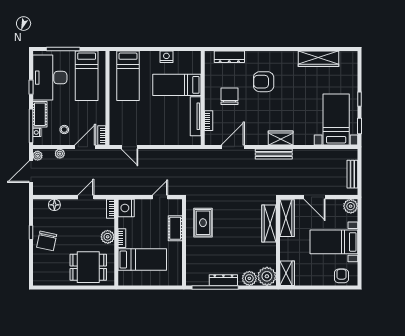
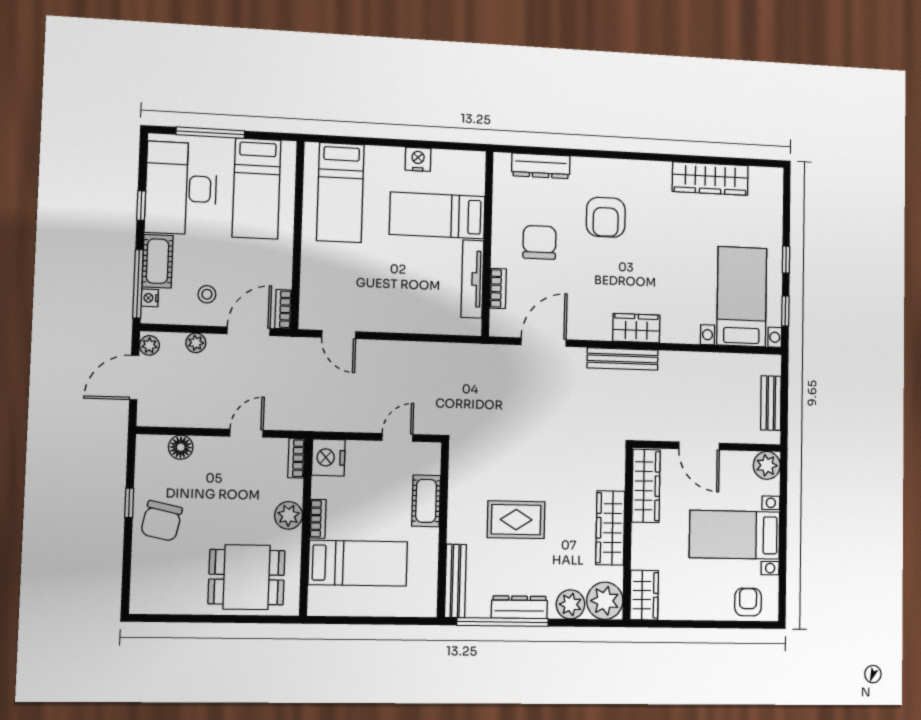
armchair: (264, 82) -> (606, 217), turned -90
rug: (203, 223) -> (516, 520), moved, turned 90
wardrobe: (269, 223) -> (610, 528), moved
bench: (191, 267) -> (455, 581), added

